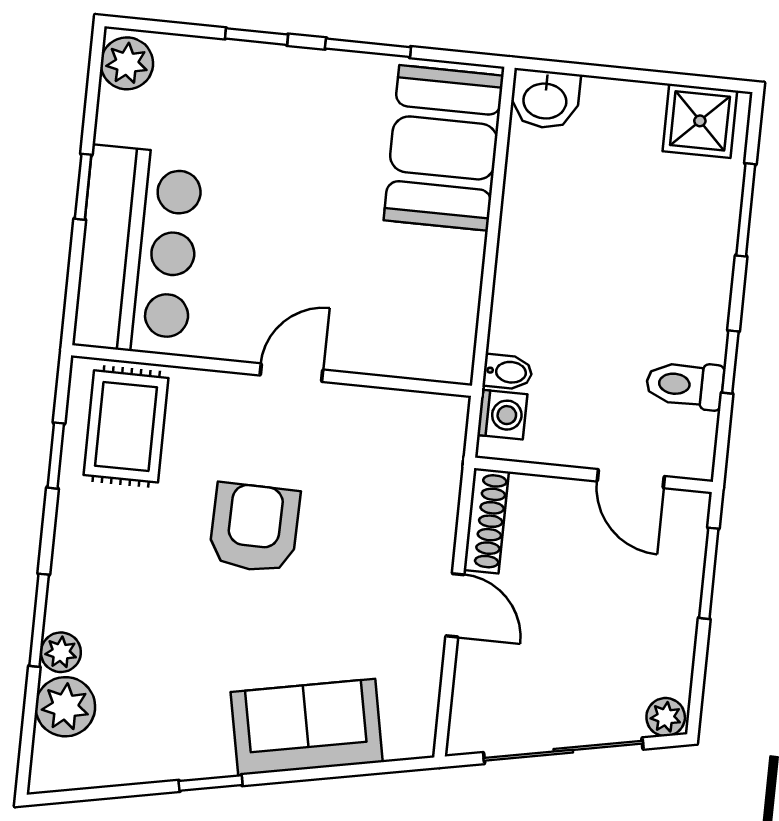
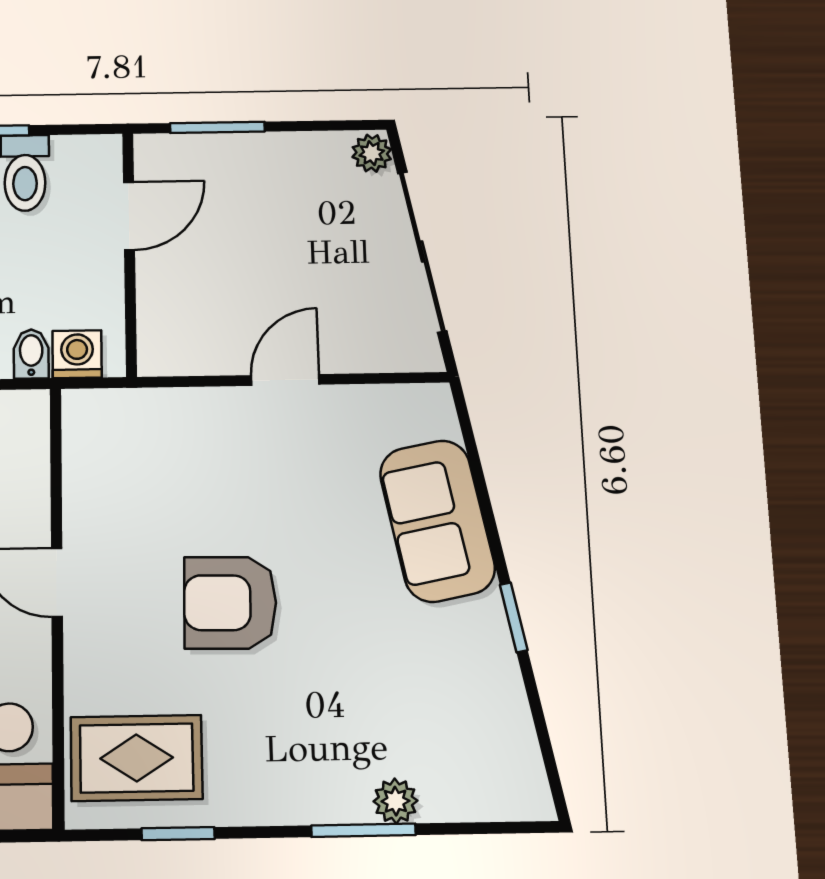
shoe rack: (486, 521) -> (192, 358), removed
plant: (65, 707) -> (455, 789), removed

